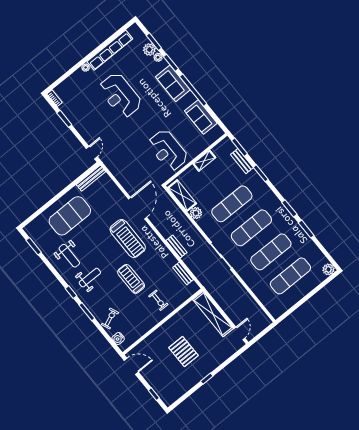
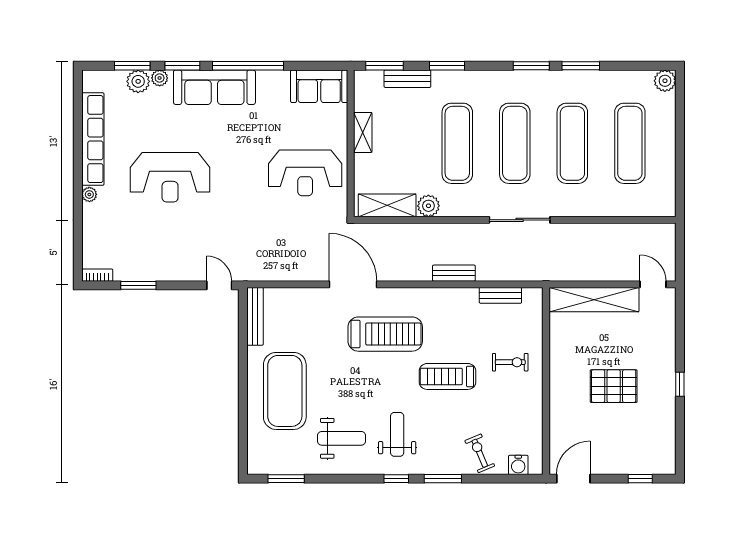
sofa: (173, 83) -> (214, 87), width x1.36
sofa: (201, 117) -> (319, 86), moved

